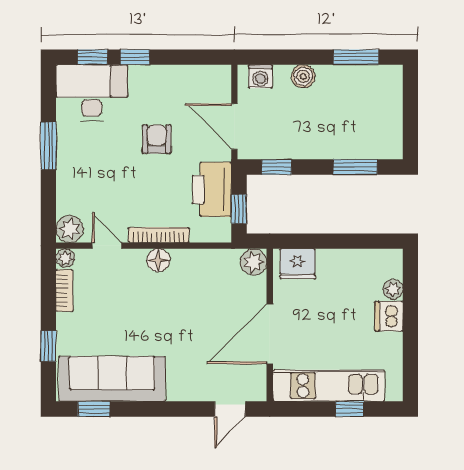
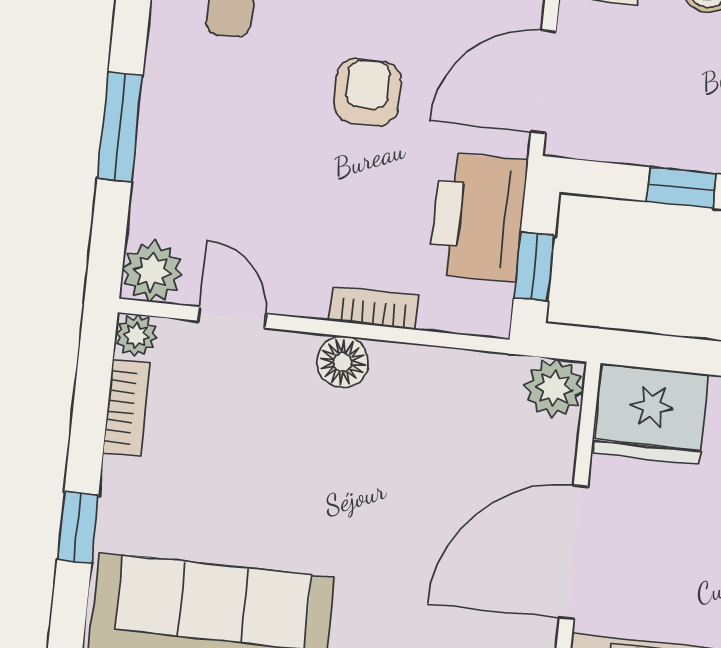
door: (234, 126) -> (544, 82), hinge flipped
window: (48, 146) -> (120, 127), moved
window: (277, 167) -> (681, 188), moved
bookcase: (159, 235) -> (374, 308), width x0.64
fridge: (298, 264) -> (651, 414), width x1.36, depth x1.34

